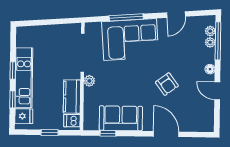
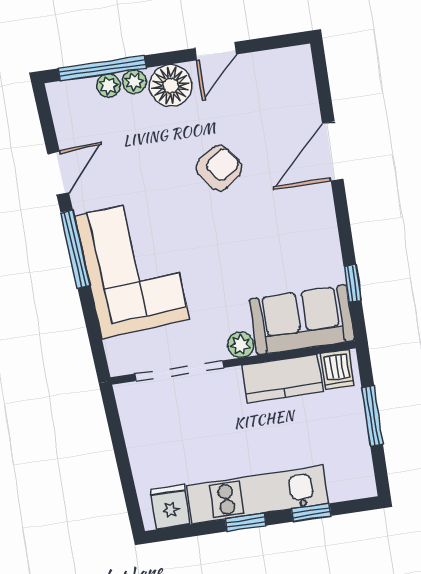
door: (176, 15) -> (58, 173), hinge flipped
window: (126, 17) -> (75, 249), moved
plant: (210, 31) -> (134, 82), moved
floor lamp: (210, 69) -> (171, 86), width x1.89, depth x1.89
fridge: (24, 116) -> (170, 507), moved
sofa: (121, 118) -> (302, 320), moved, turned 90
window: (50, 132) -> (372, 416), width x1.50

